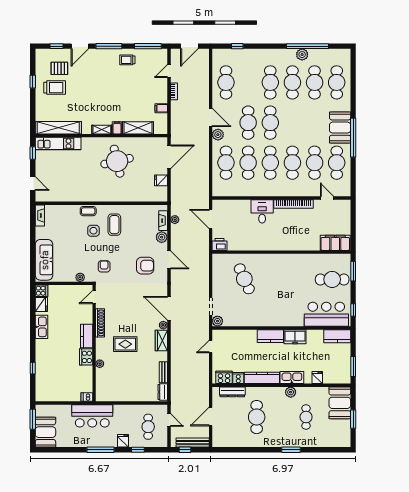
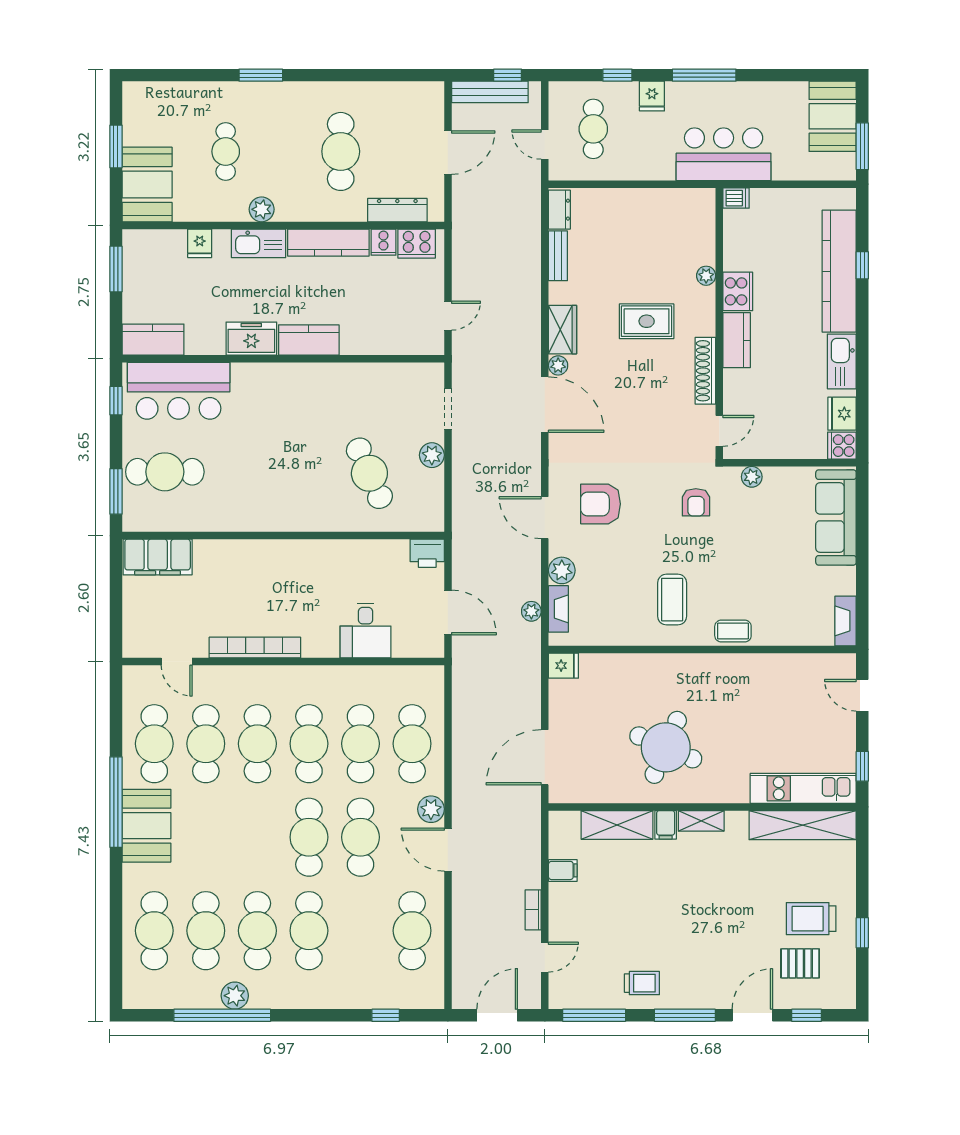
round table: (117, 161) -> (666, 747), turned 36
fridge: (161, 180) -> (563, 666), moved
desk: (262, 211) -> (365, 630), moved
side table: (93, 231) -> (721, 585), removed
plant: (217, 321) -> (432, 455), moved
kitchen counter: (43, 366) -> (839, 271), added

